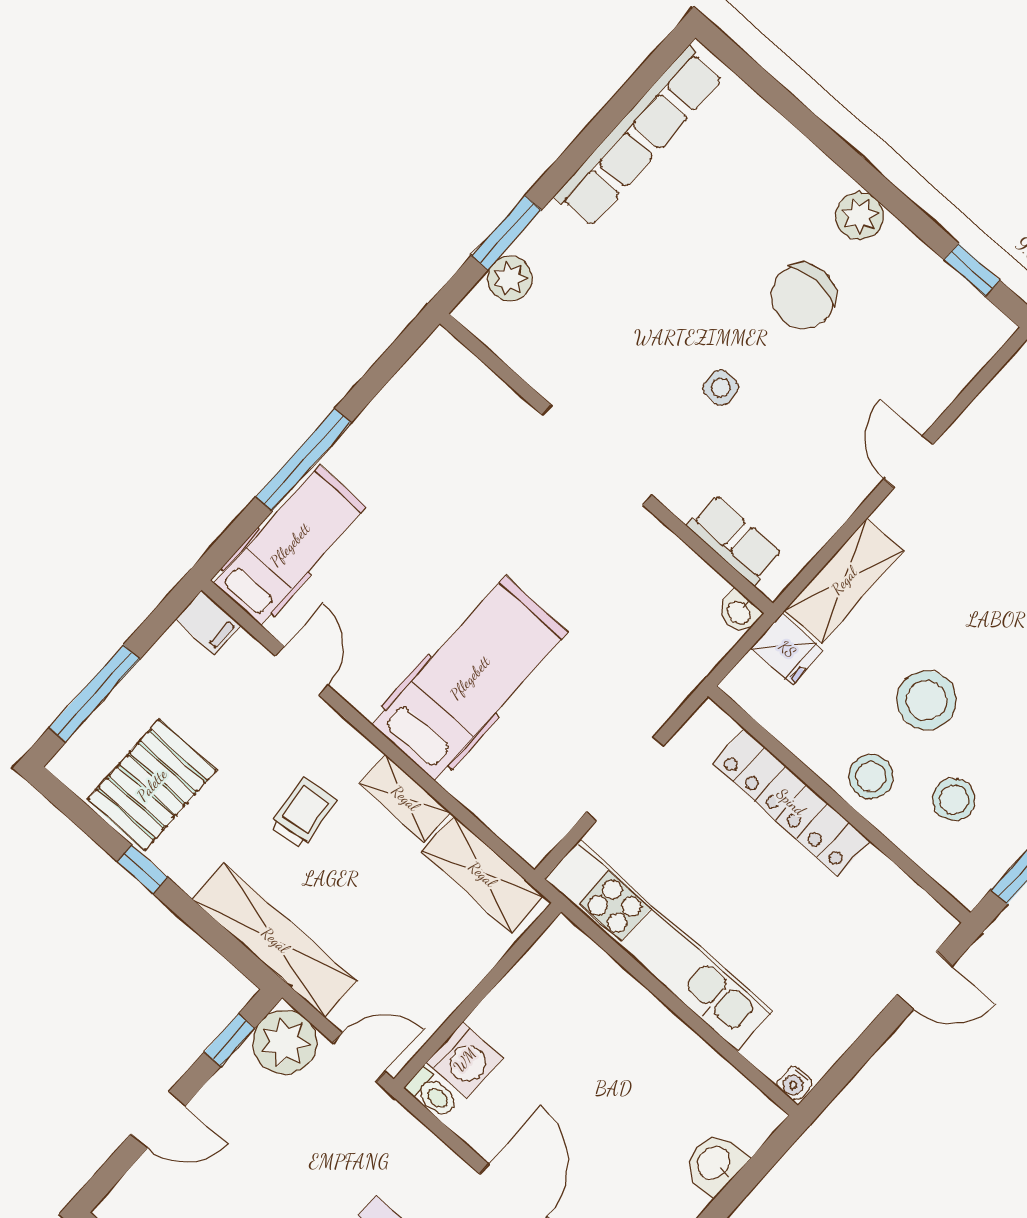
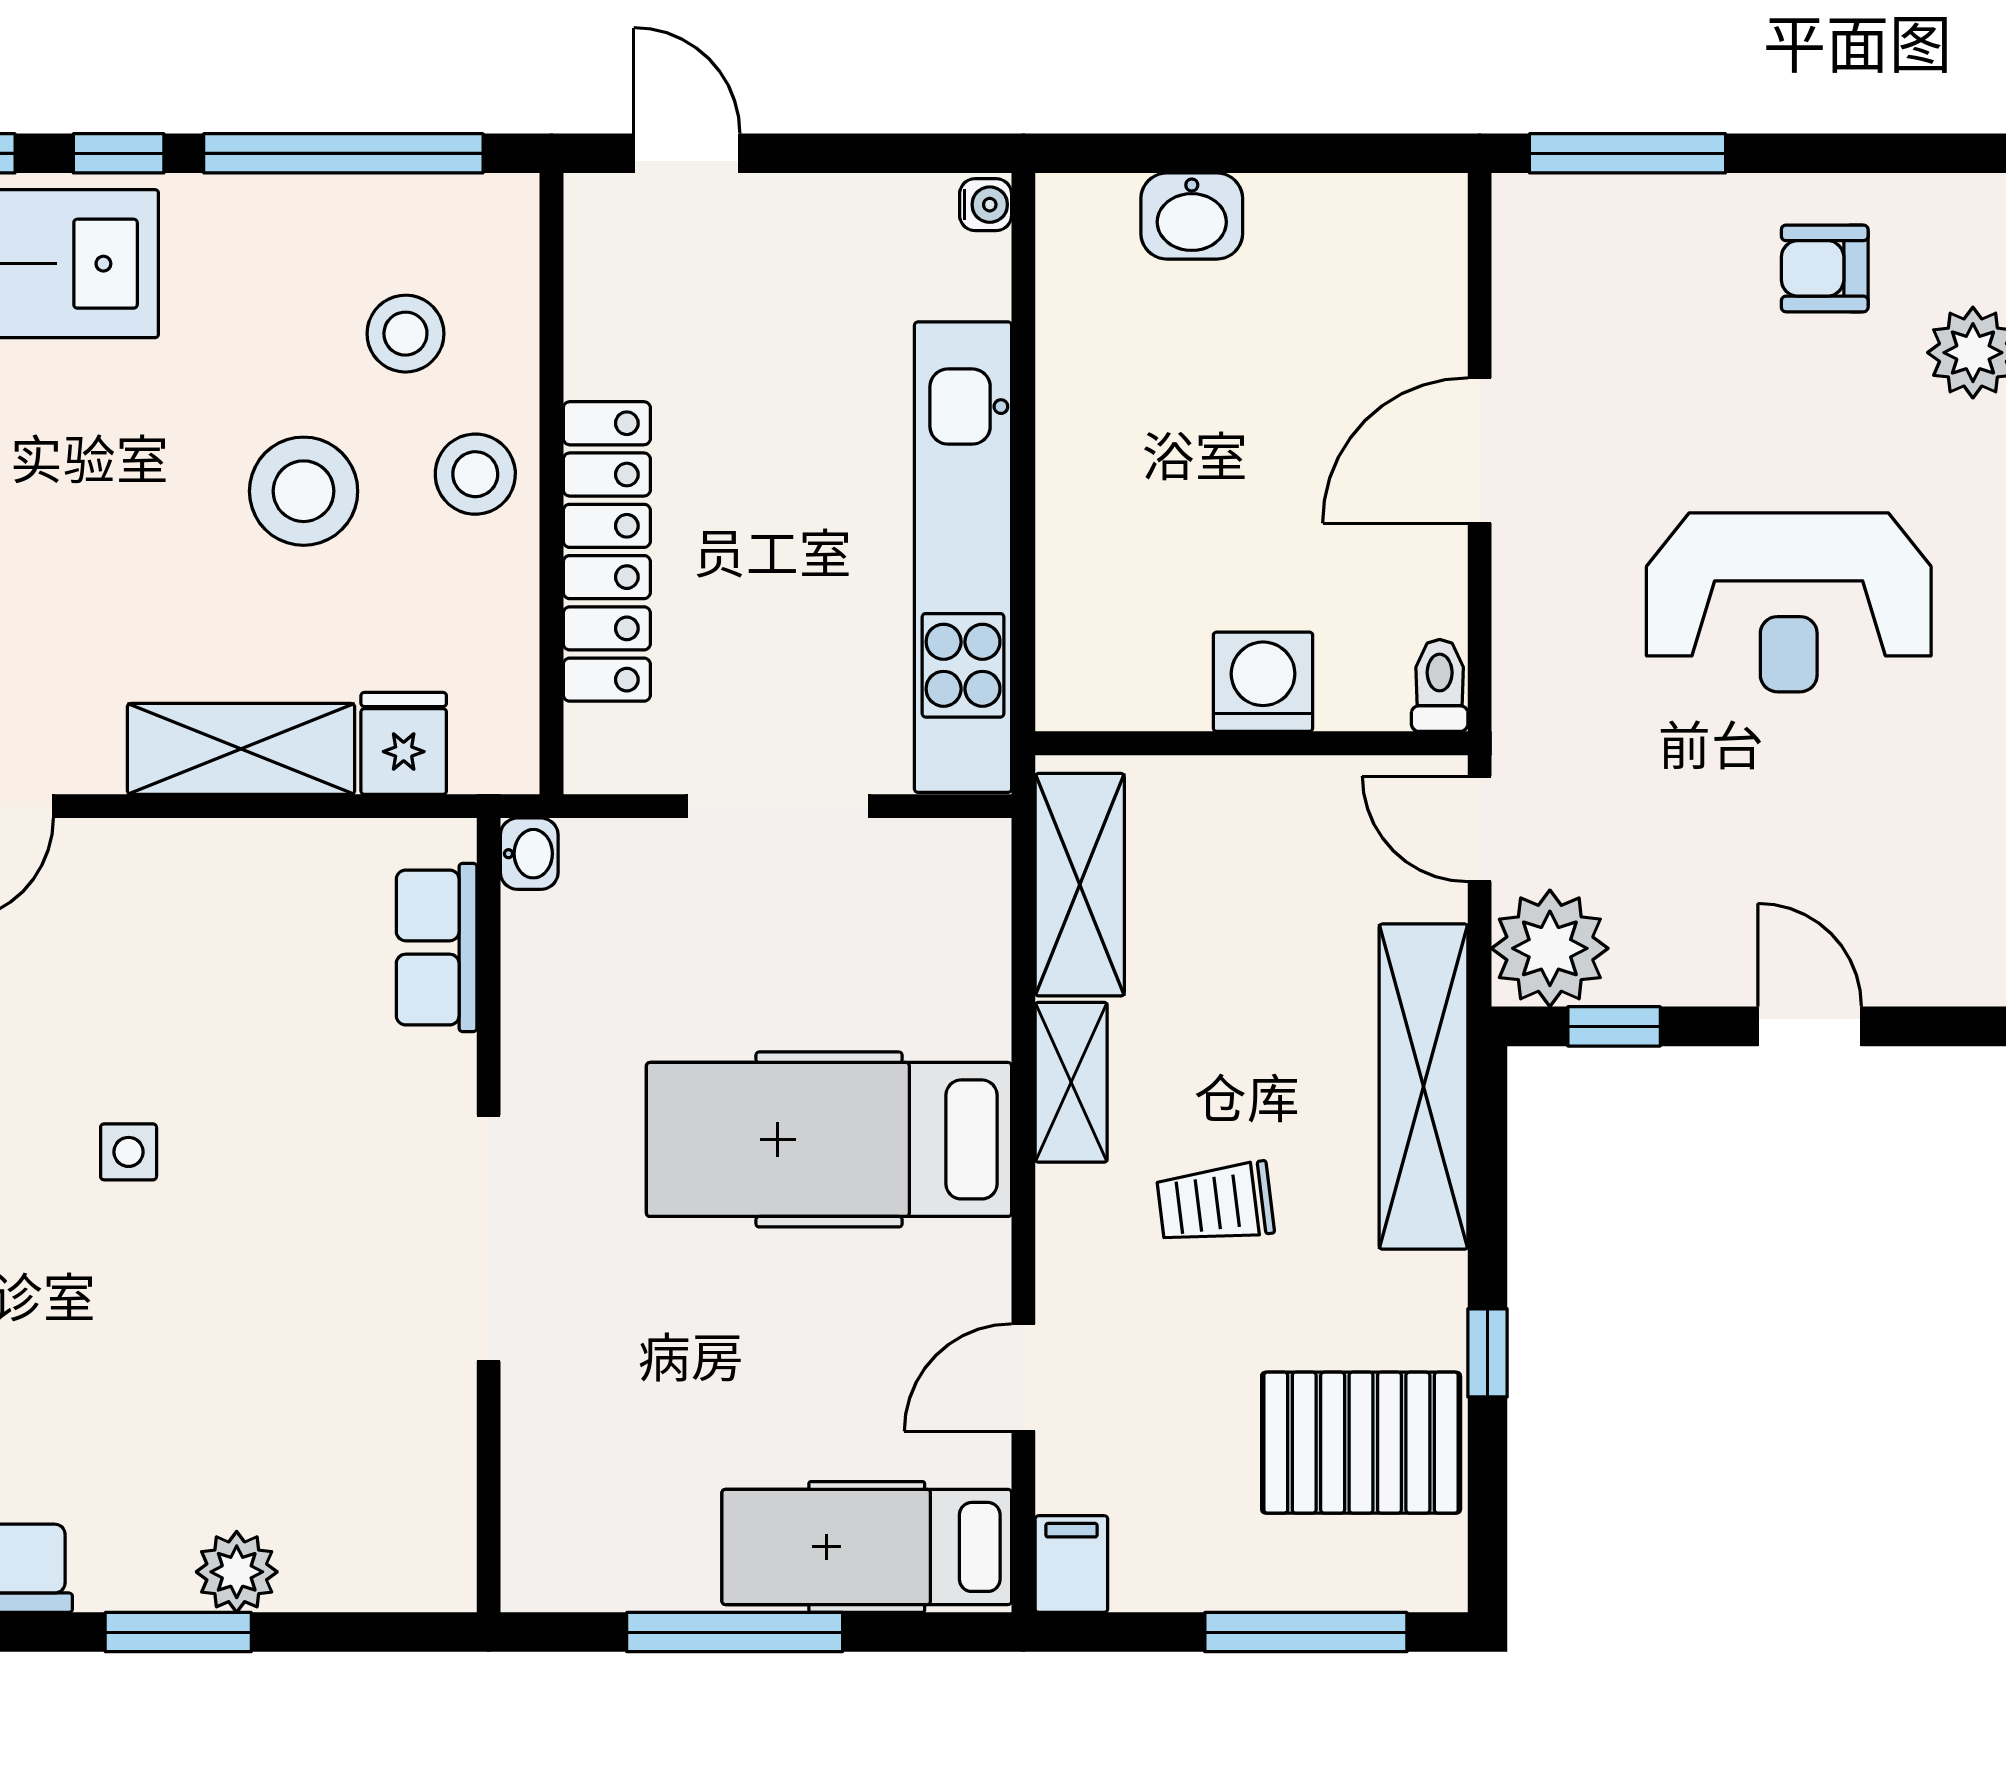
doorway: (597, 455) -> (489, 1238), moved
wall: (606, 463) -> (489, 1215), moved
row of seats: (735, 540) -> (437, 947), moved
washbasin: (739, 612) -> (529, 854), moved
washing machine: (465, 1060) -> (1263, 682), moved

